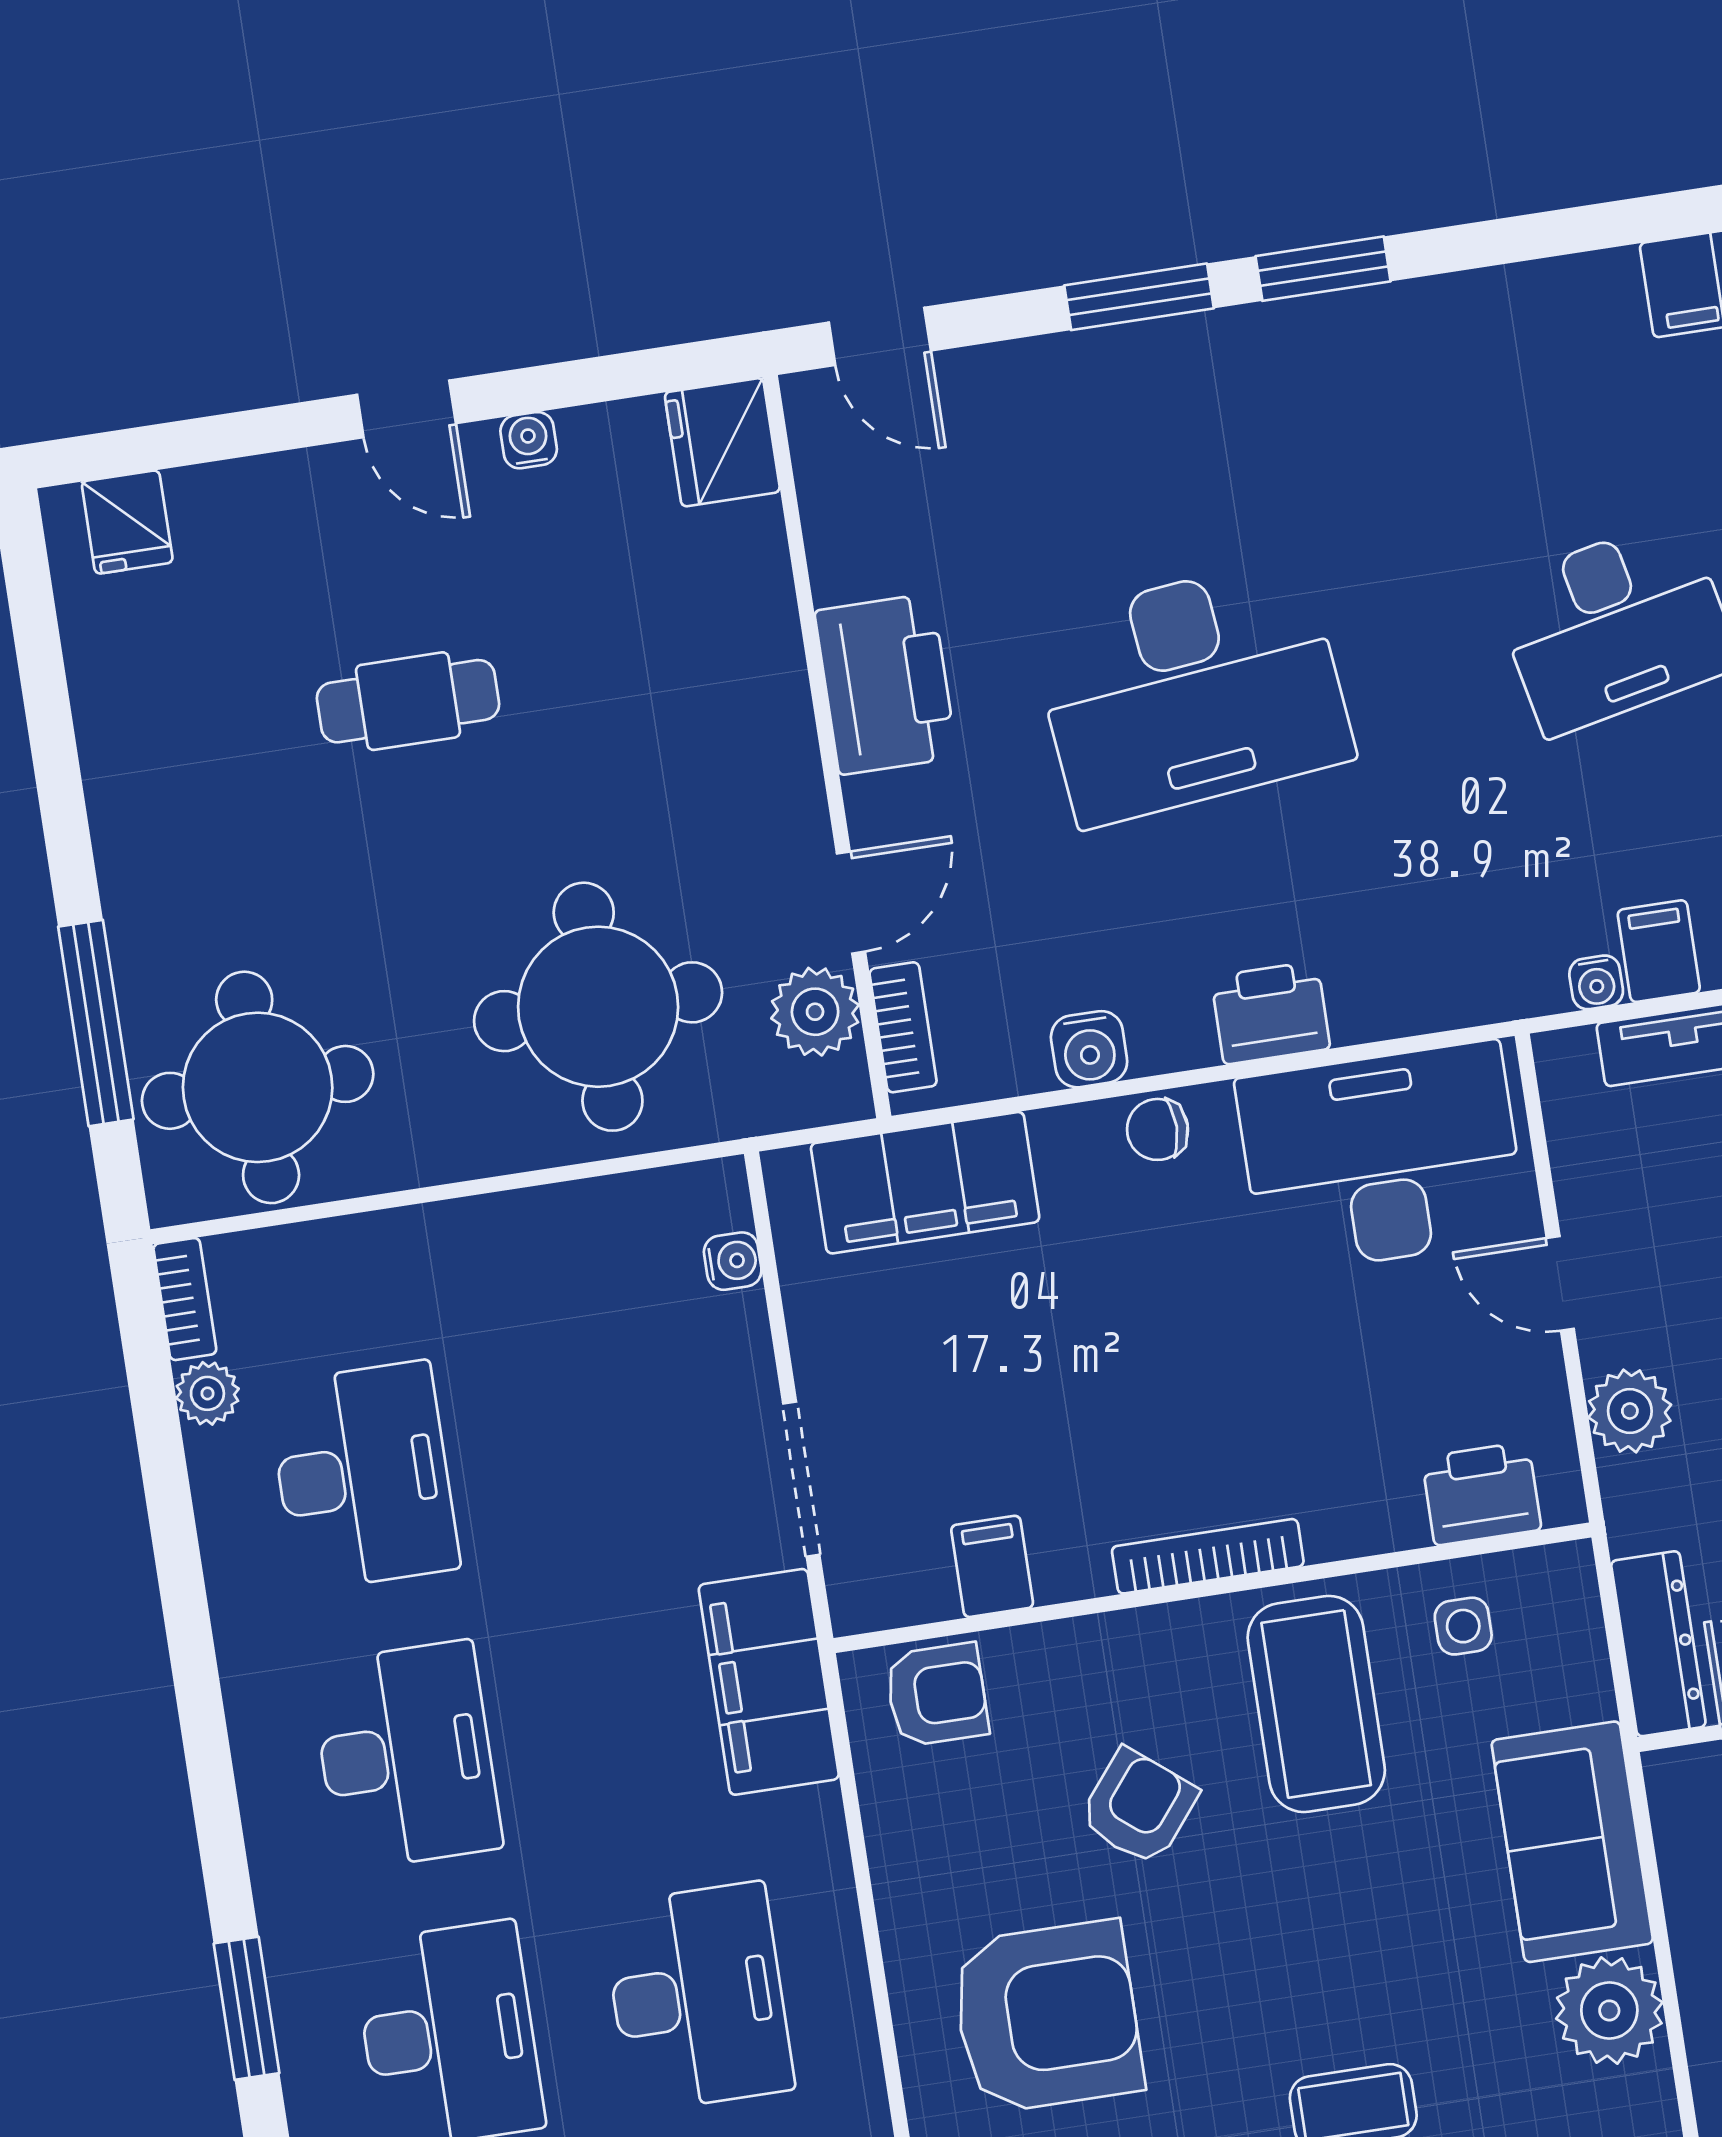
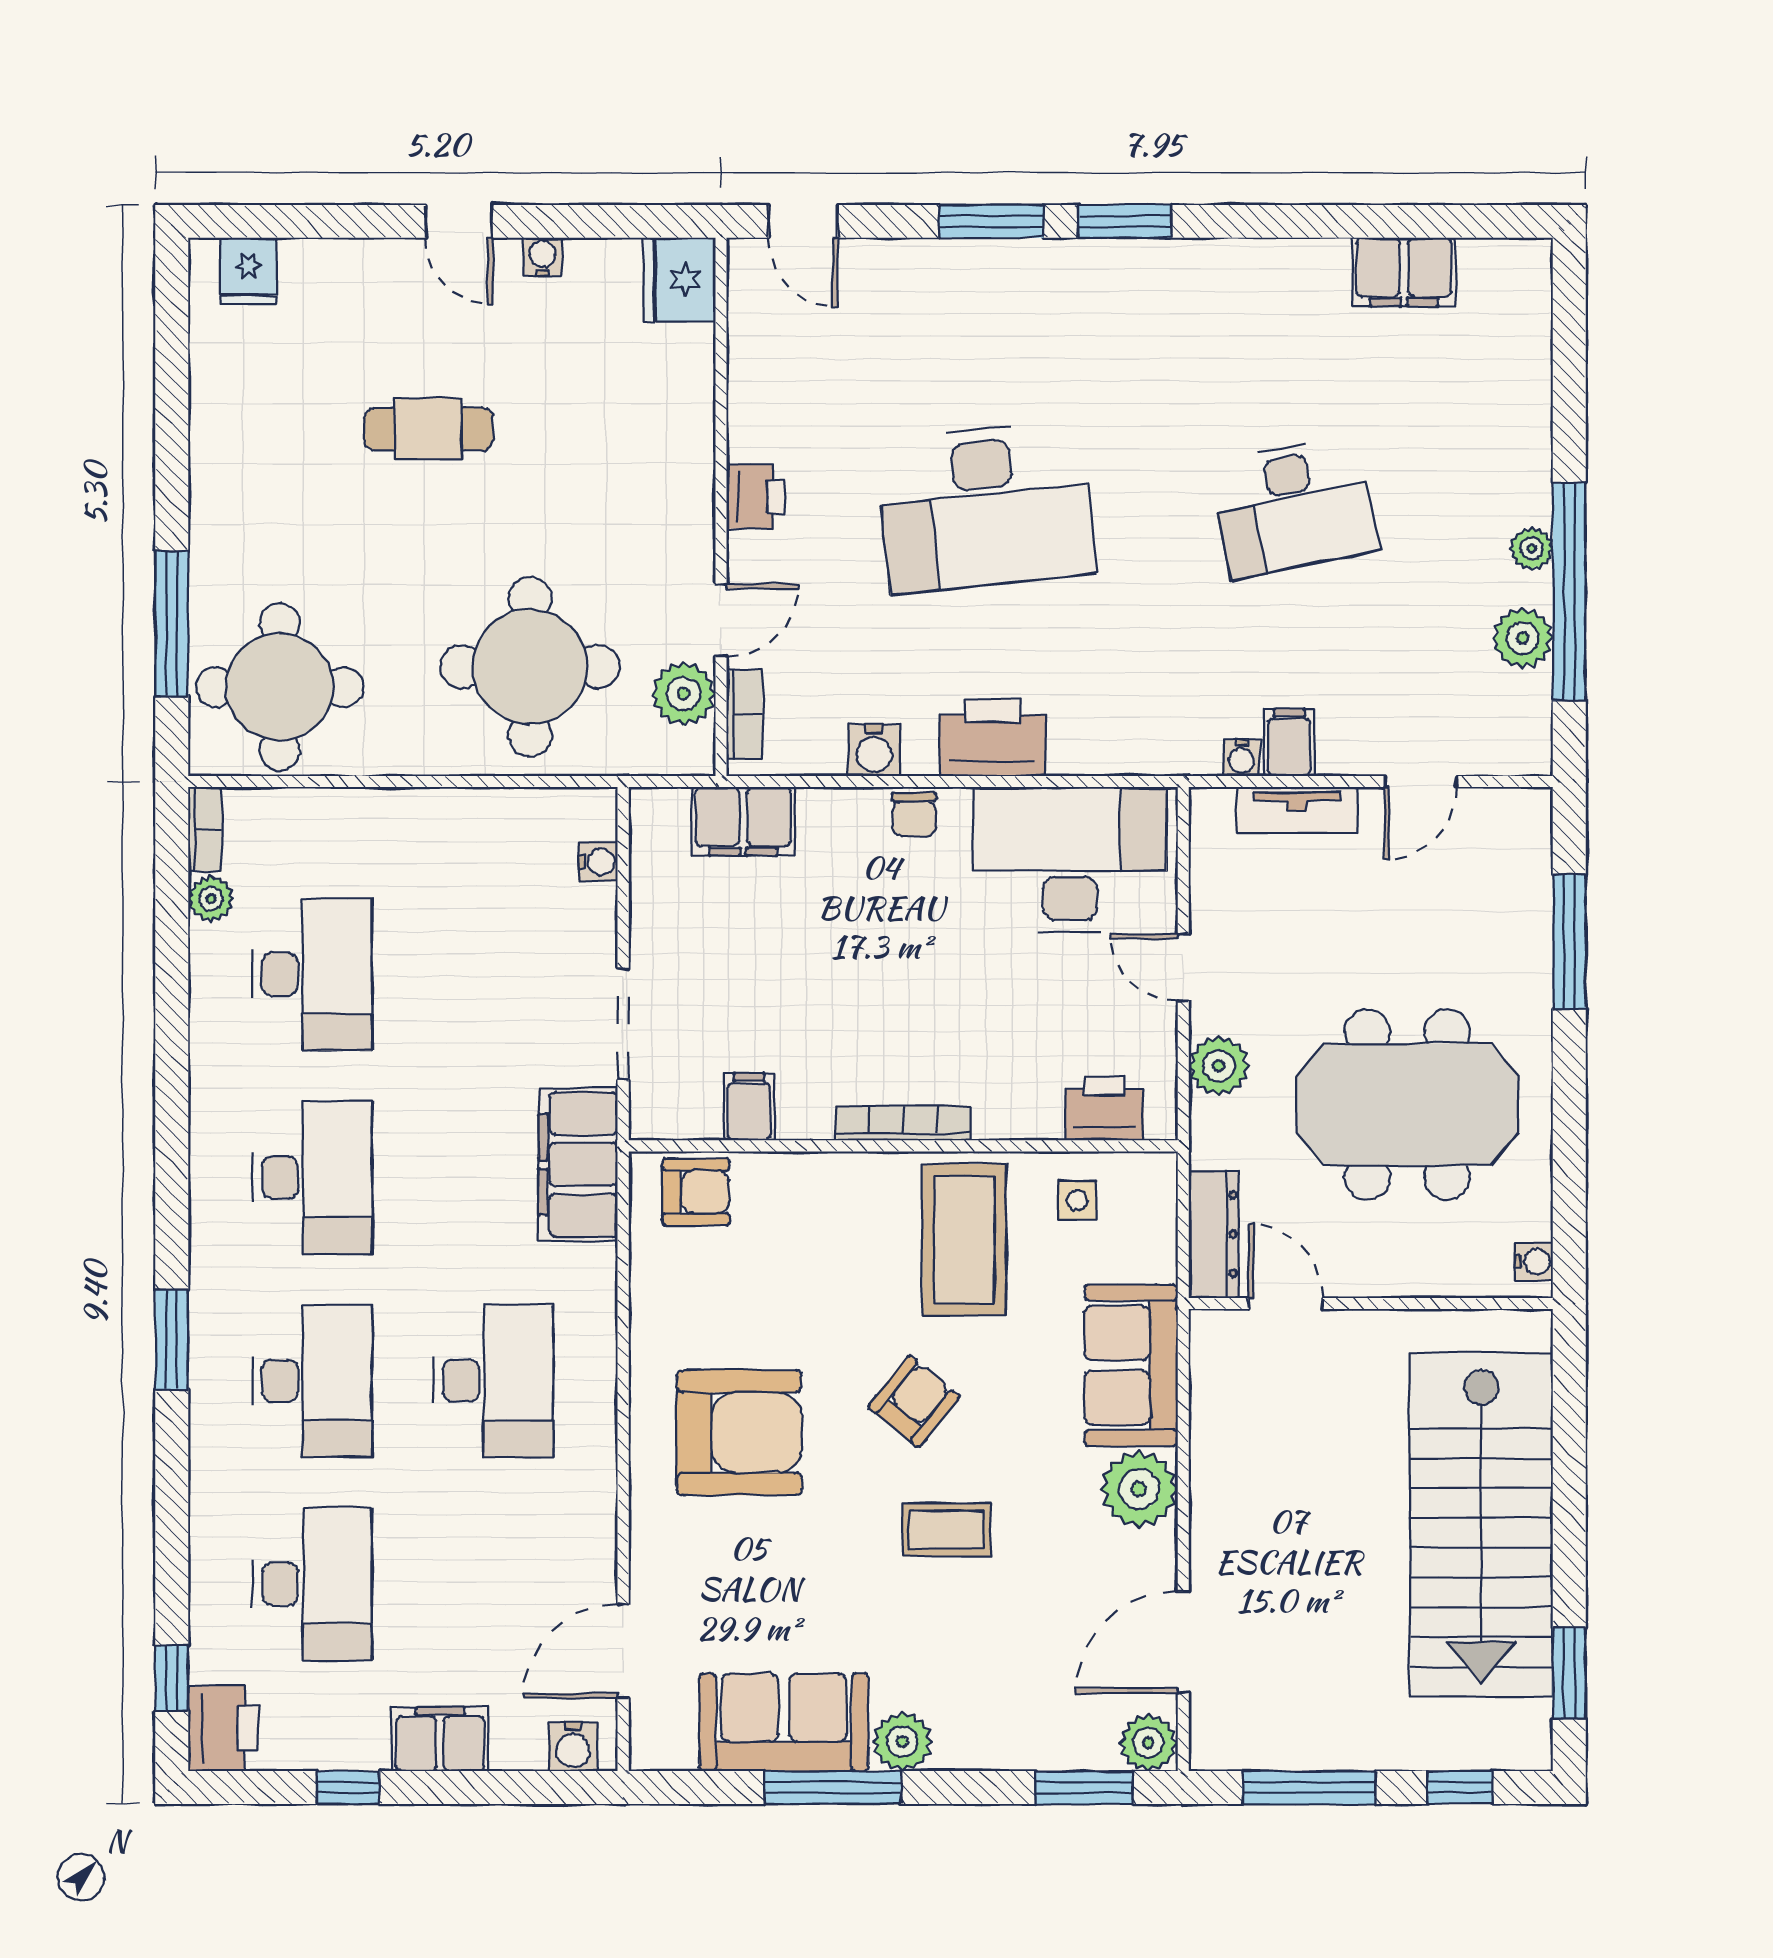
printer: (886, 684) -> (755, 497), width x0.53, depth x0.68
printer: (1271, 1013) -> (992, 738), width x1.37, depth x1.19
chair: (1158, 1129) -> (914, 815), turned -90
filing cabinet: (925, 1183) -> (743, 821), width x0.67, depth x0.86
armchair: (1138, 1807) -> (914, 1401), moved

